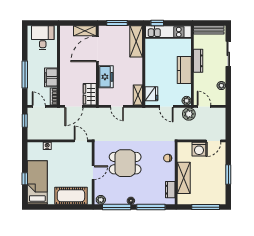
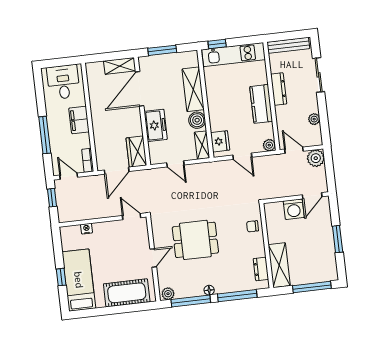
shelving: (136, 41) -> (193, 89), moved
filing cabinet: (51, 77) -> (79, 120), moved
boiler: (136, 77) -> (197, 120), added
plant: (189, 114) -> (316, 158), moved
shelving: (184, 178) -> (279, 265), moved

